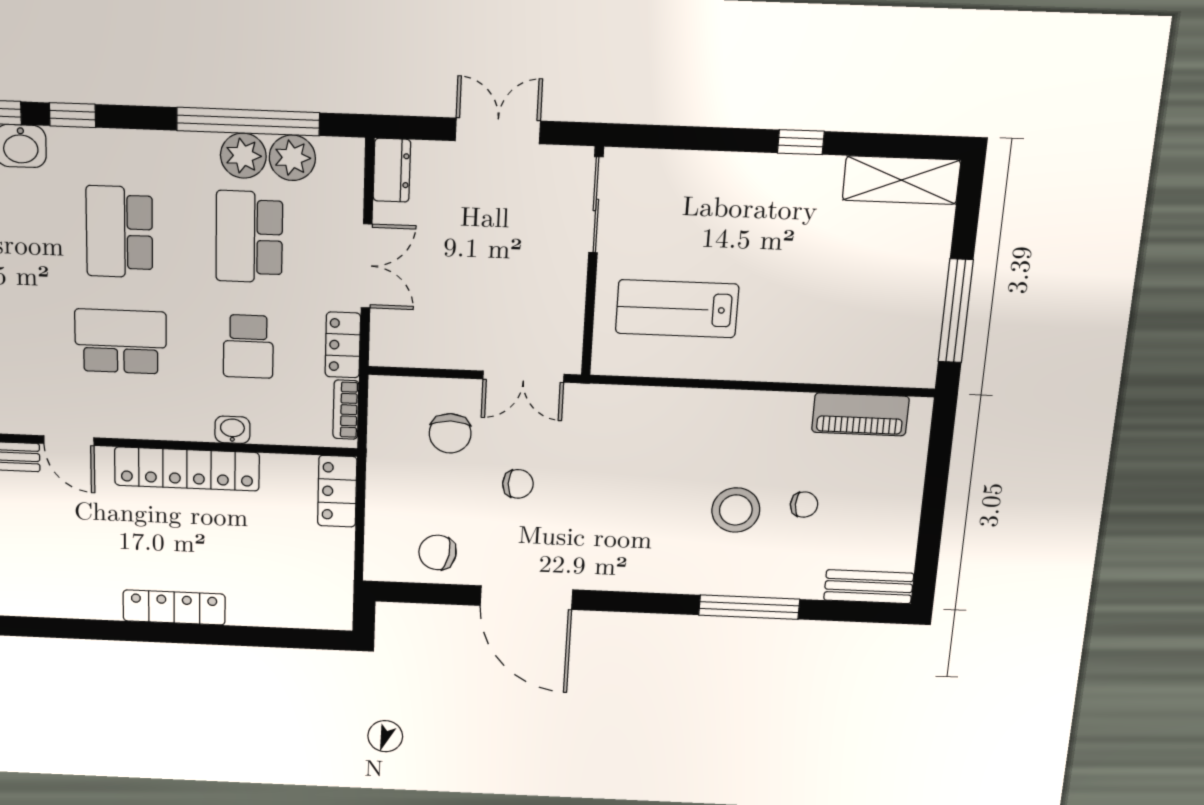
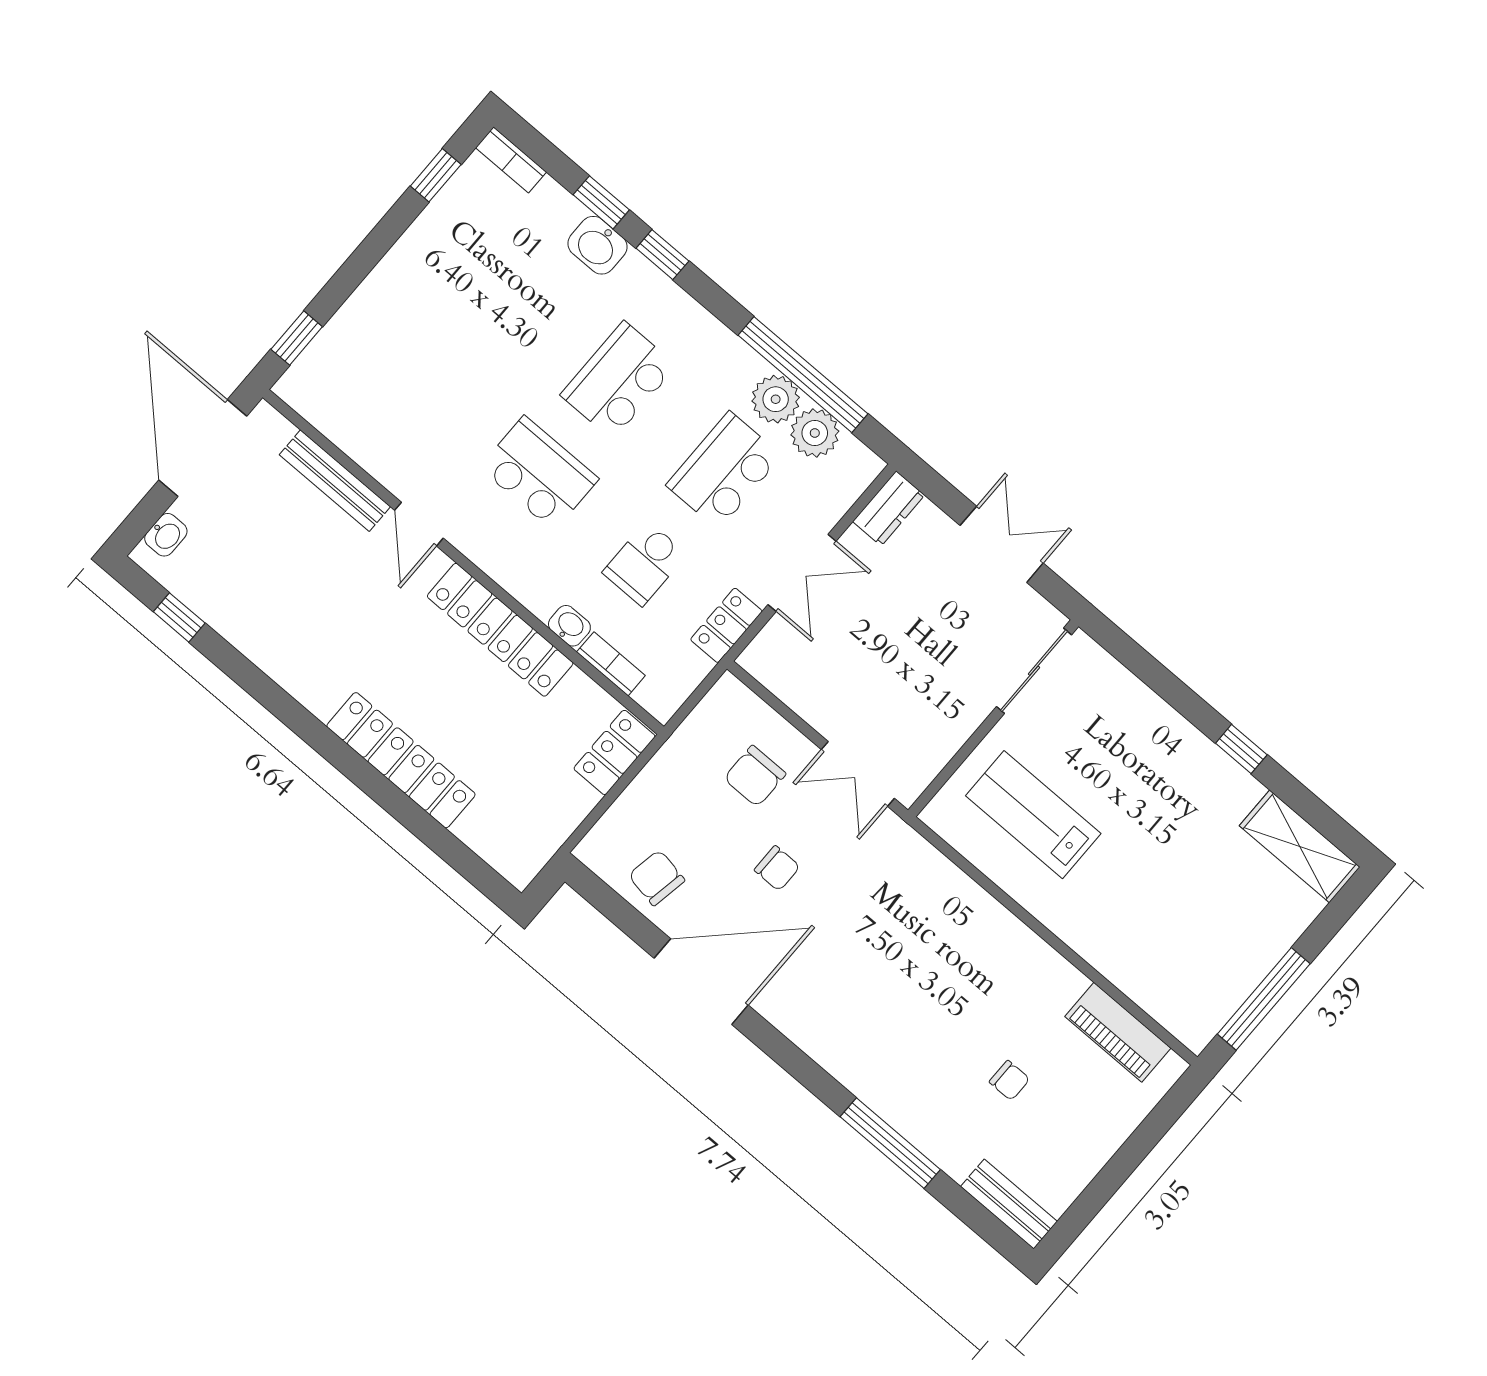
bookcase: (346, 410) -> (611, 664), moved, turned 90
stool: (736, 510) -> (947, 1040), removed
door: (526, 598) -> (701, 982), swing flipped
locker: (174, 608) -> (401, 760), width x1.41, depth x1.21

